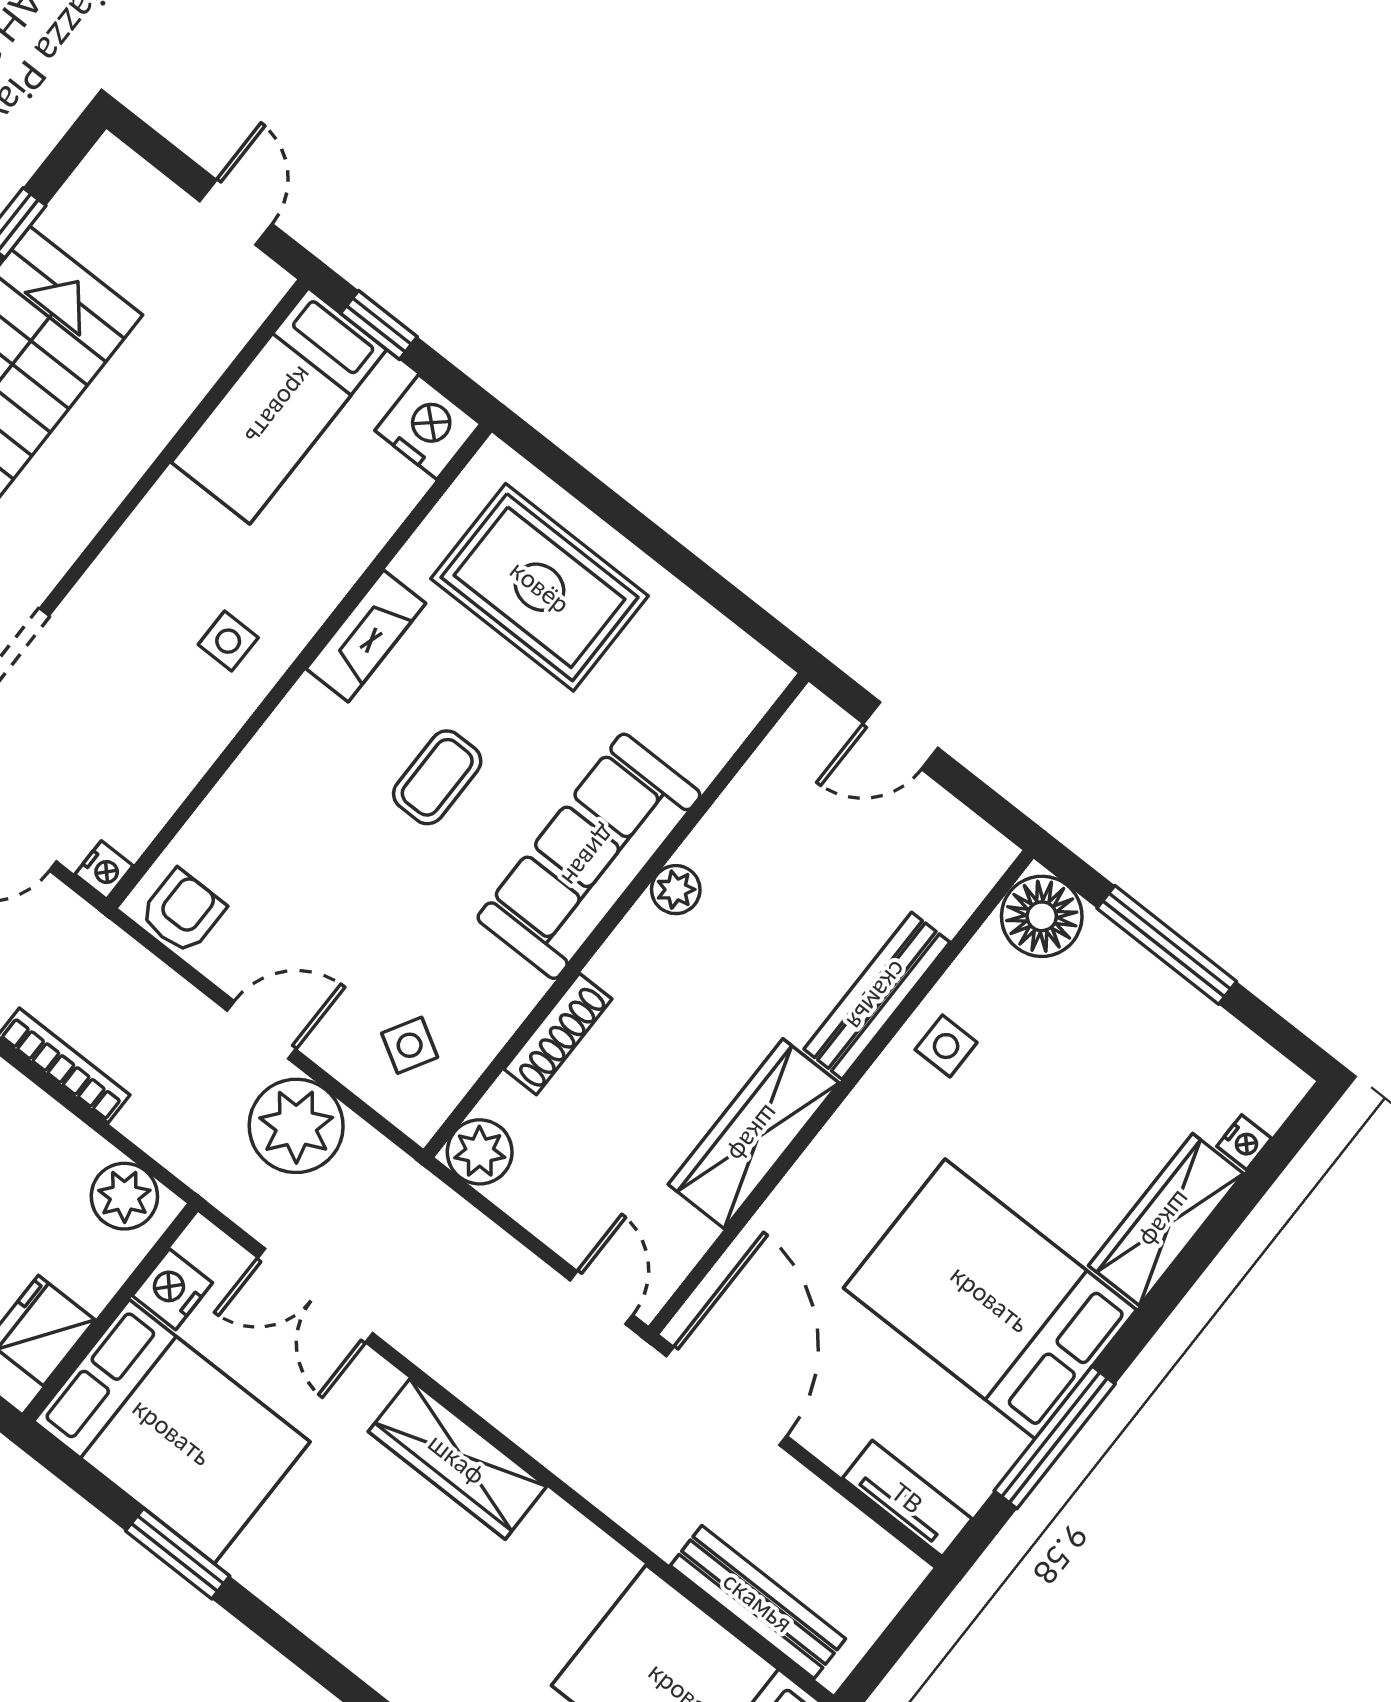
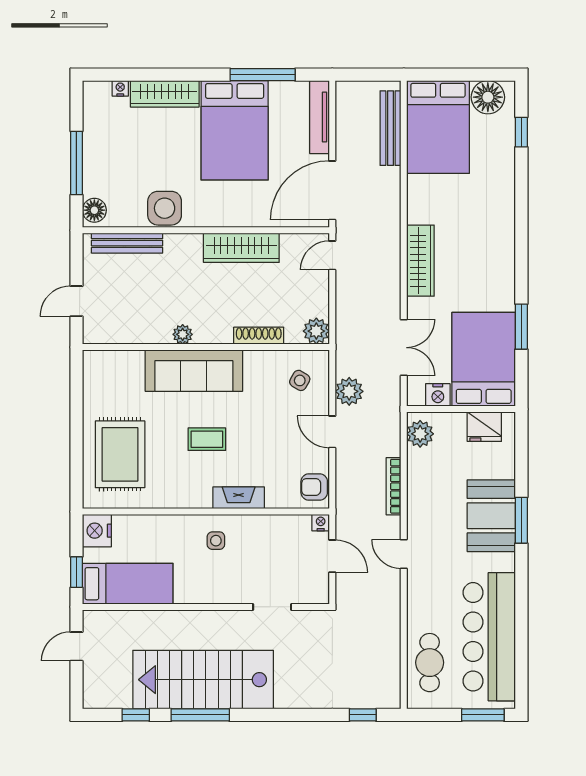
fireplace: (366, 636) -> (239, 498), moved
door: (901, 736) -> (76, 301), swing flipped
floor lamp: (1042, 916) -> (94, 210), width x0.73, depth x0.73
bench: (877, 996) -> (127, 243), moved
side table: (946, 1046) -> (165, 208), width x1.87, depth x1.87
plant: (296, 1126) -> (349, 391), width x0.73, depth x0.73
tv unit: (907, 1498) -> (320, 117), width x1.41

